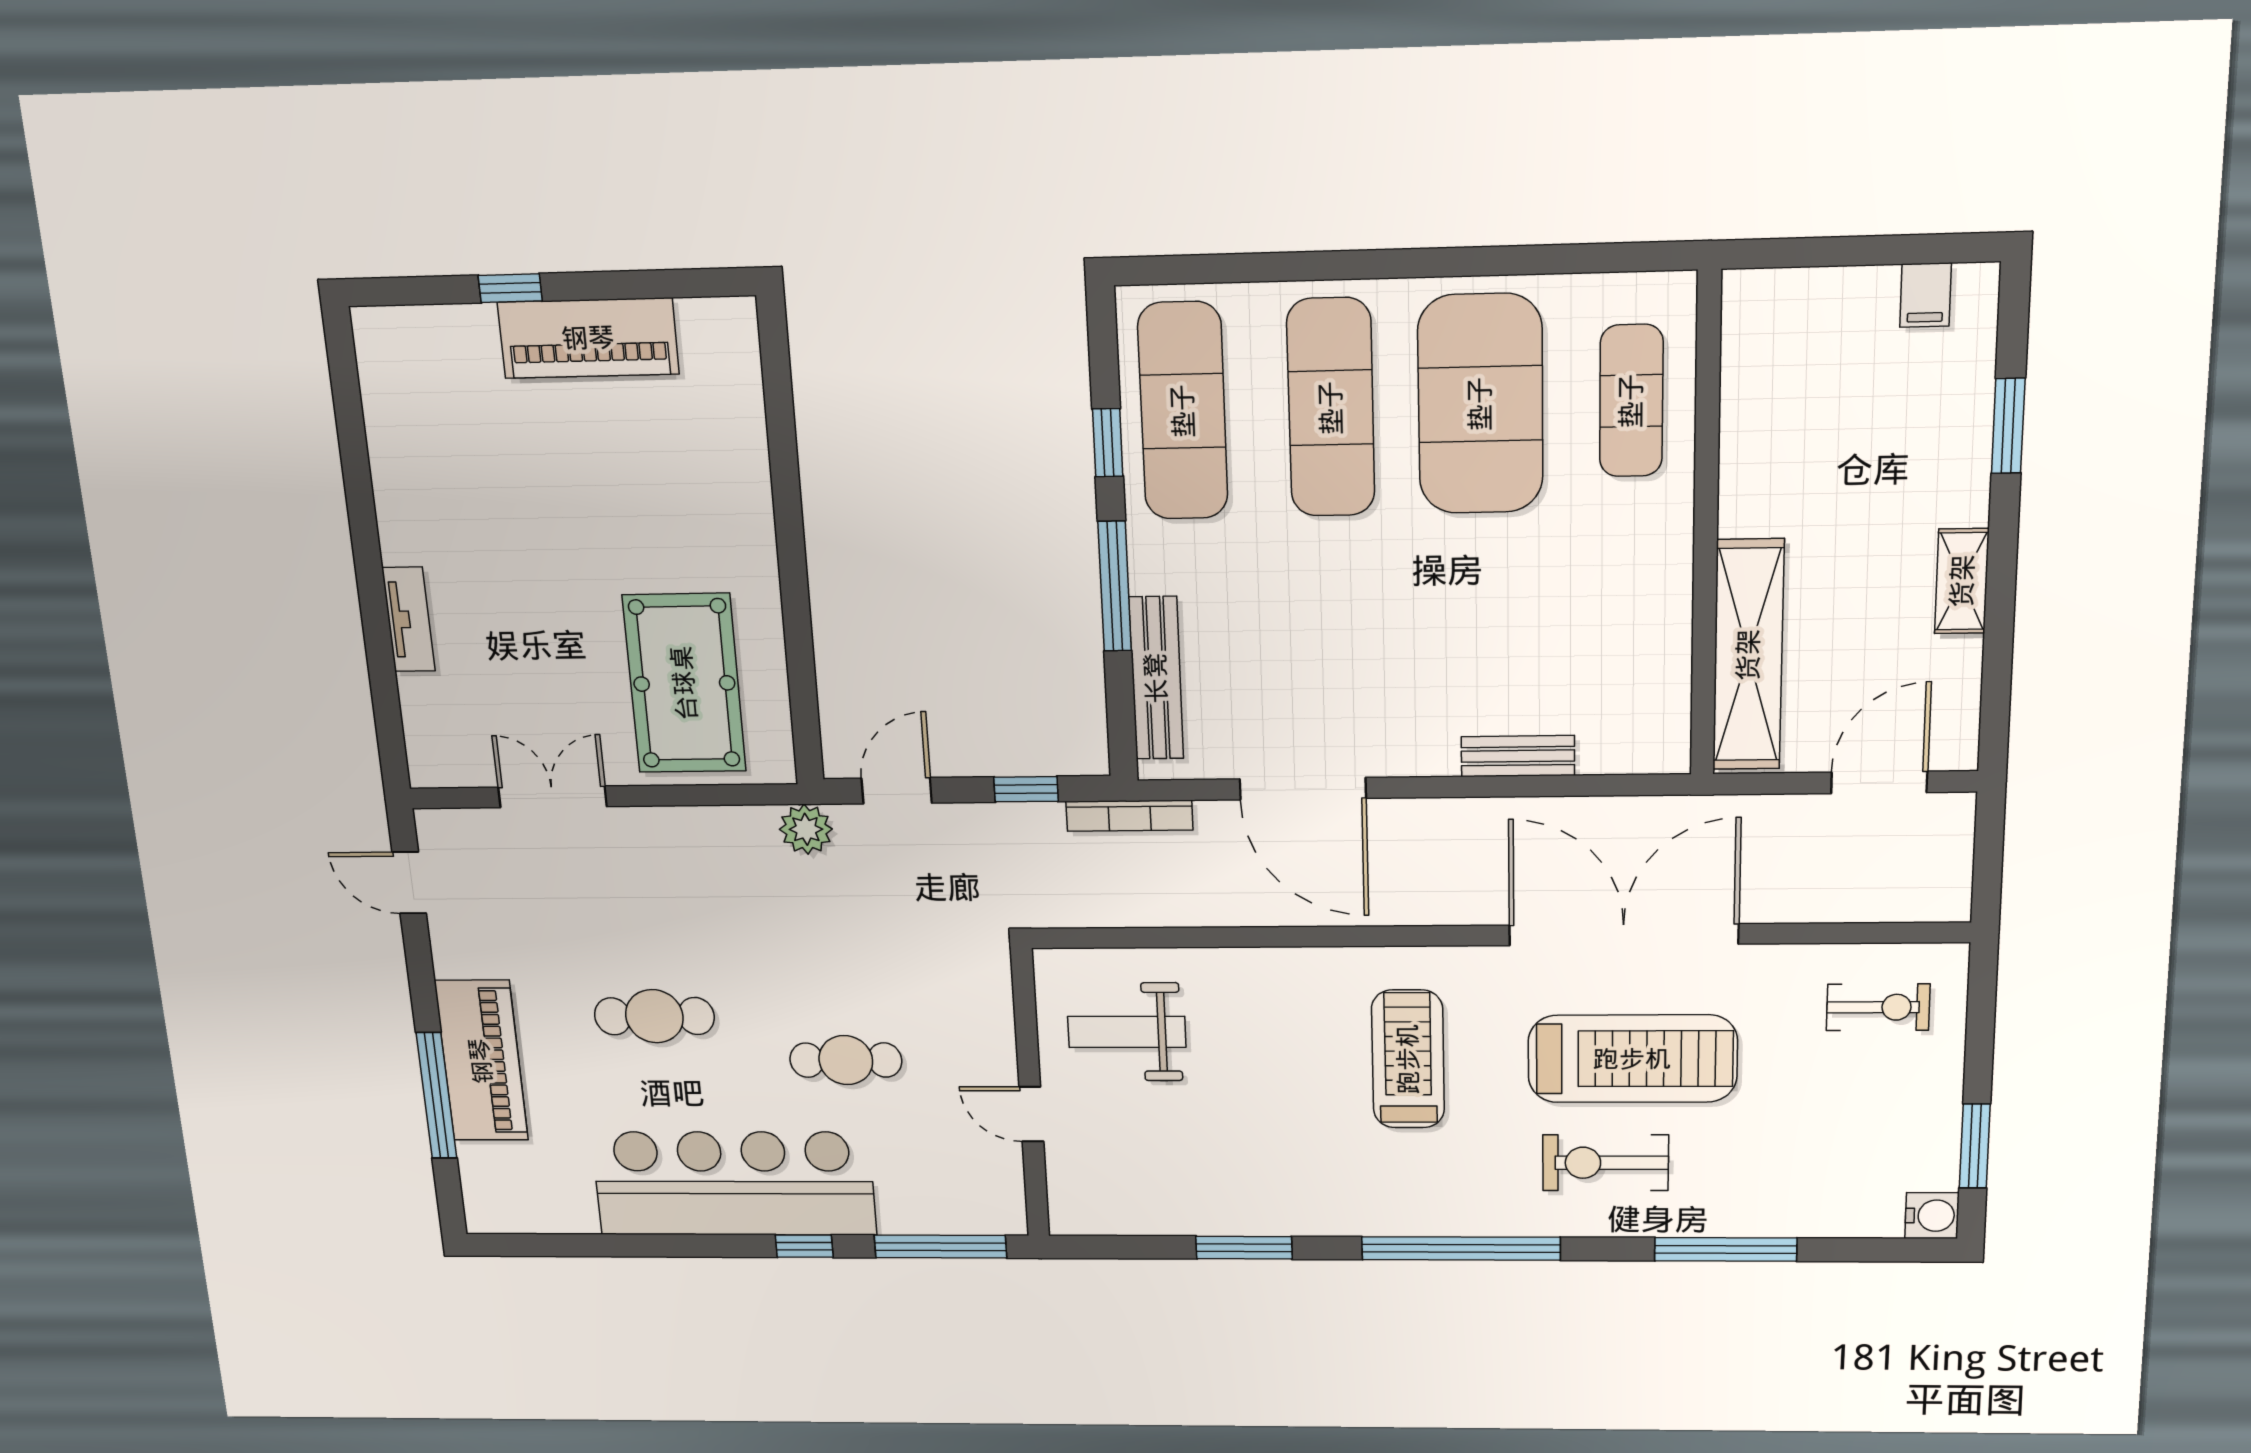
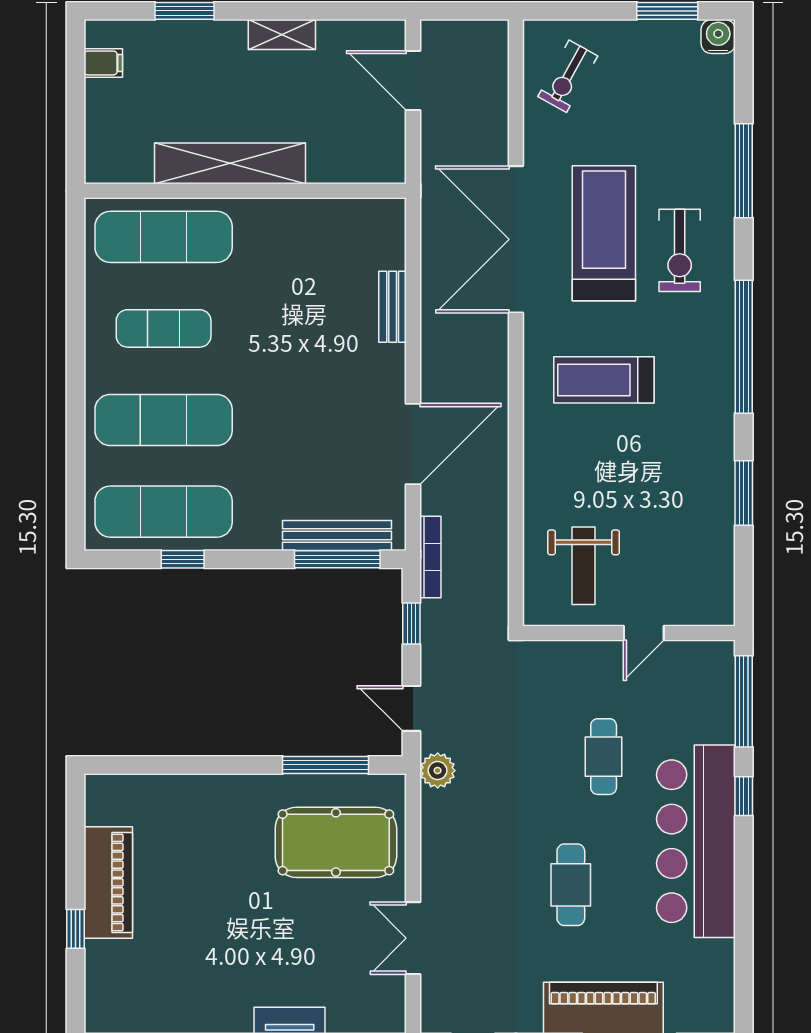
exercise mat: (1631, 401) -> (164, 237), width x1.36, depth x1.45
exercise mat: (1480, 404) -> (164, 328), width x0.50, depth x0.69
window: (1115, 586) -> (337, 559), moved
shelving: (1748, 655) -> (230, 163), moved
window: (801, 666) -> (326, 765), added
exercise bike: (1878, 1007) -> (568, 76), turned -151

